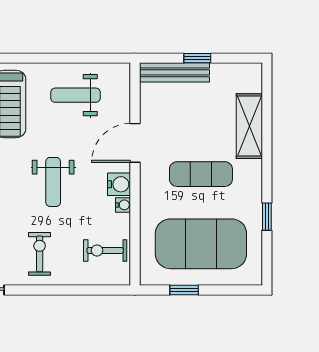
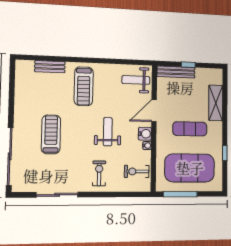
weight bench: (76, 95) -> (136, 80), moved
weight bench: (53, 182) -> (108, 132), turned 180
window: (184, 290) -> (180, 194), width x2.17

